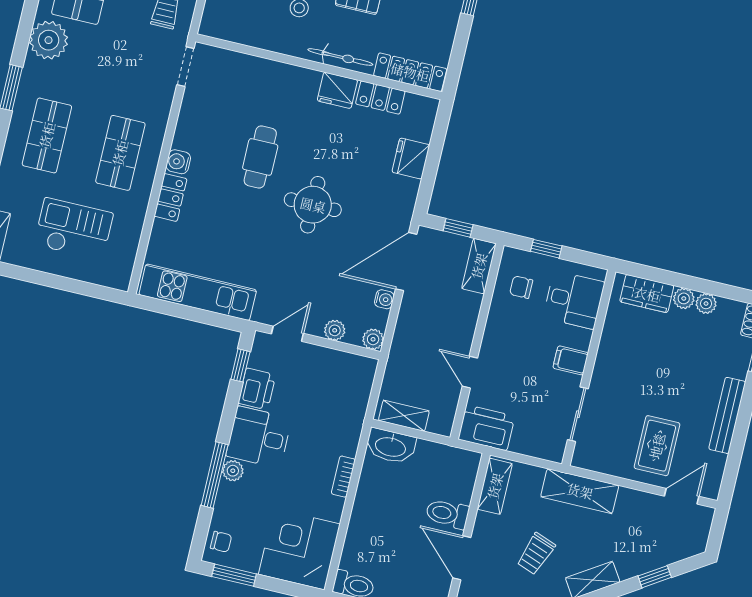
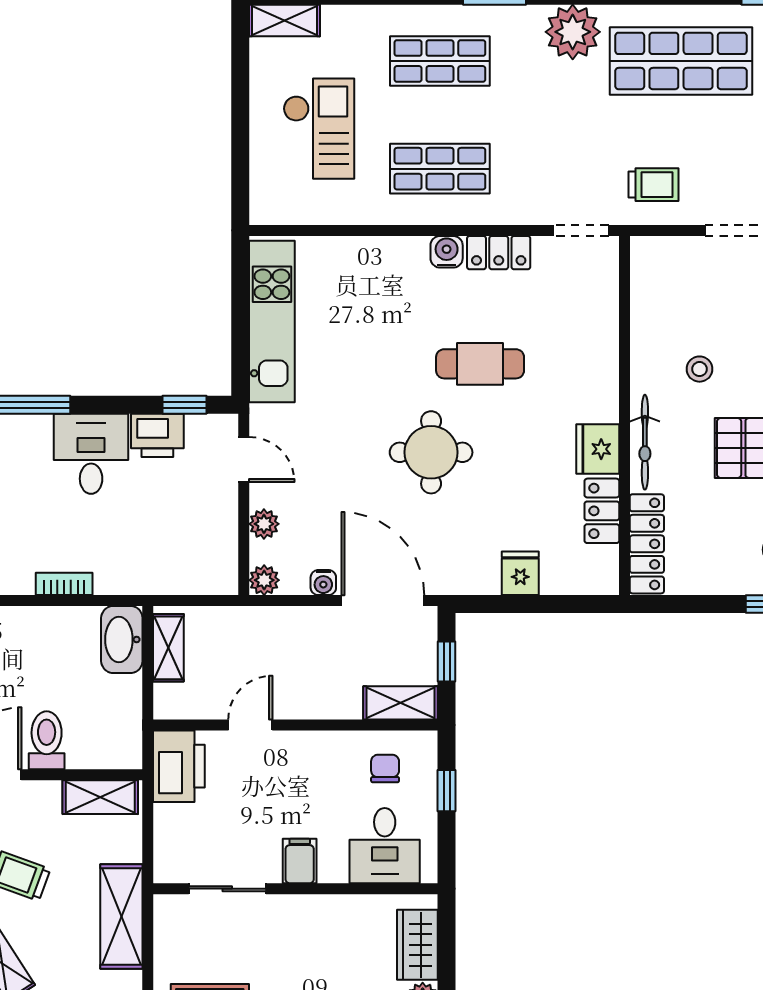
fridge: (411, 158) -> (520, 573), width x0.72
locker: (170, 197) -> (499, 253), moved
plant: (233, 471) -> (36, 429), removed

